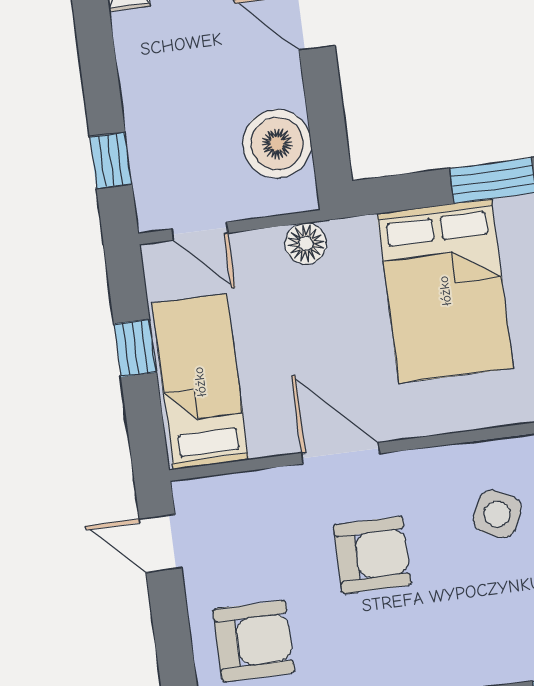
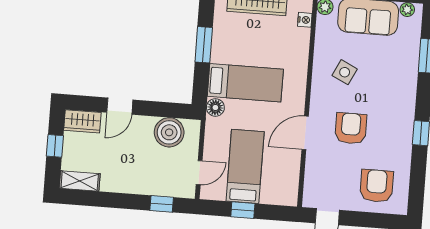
floor lamp: (306, 243) -> (215, 107), moved
bed: (445, 291) -> (245, 83), width x0.67
bed: (200, 382) -> (245, 166), moved, turned 90

